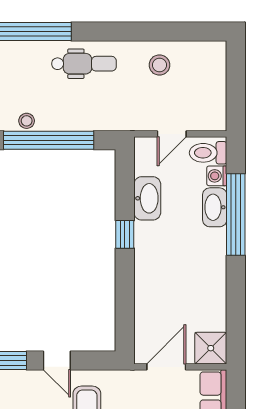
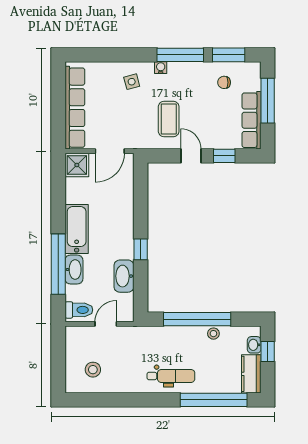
dental chair: (84, 64) -> (171, 376), turned 180
stool: (159, 65) -> (93, 370), moved
washing machine: (217, 176) -> (72, 293), removed
bathtub: (211, 262) -> (77, 229), added

